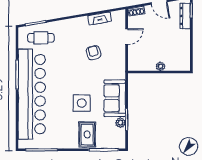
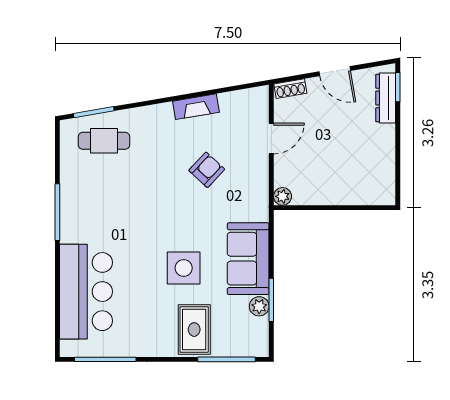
fireplace: (100, 18) -> (196, 107), moved
armchair: (94, 53) -> (207, 170), turned 58
plant: (161, 66) -> (282, 196), moved
bar counter: (32, 94) -> (86, 292), width x0.54

